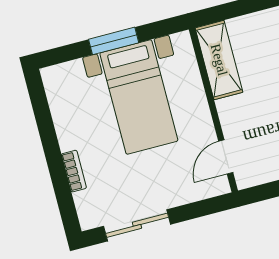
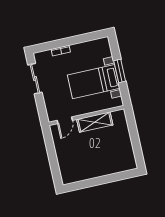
shelving: (219, 60) -> (95, 122), moved
door: (226, 157) -> (65, 120), swing flipped

